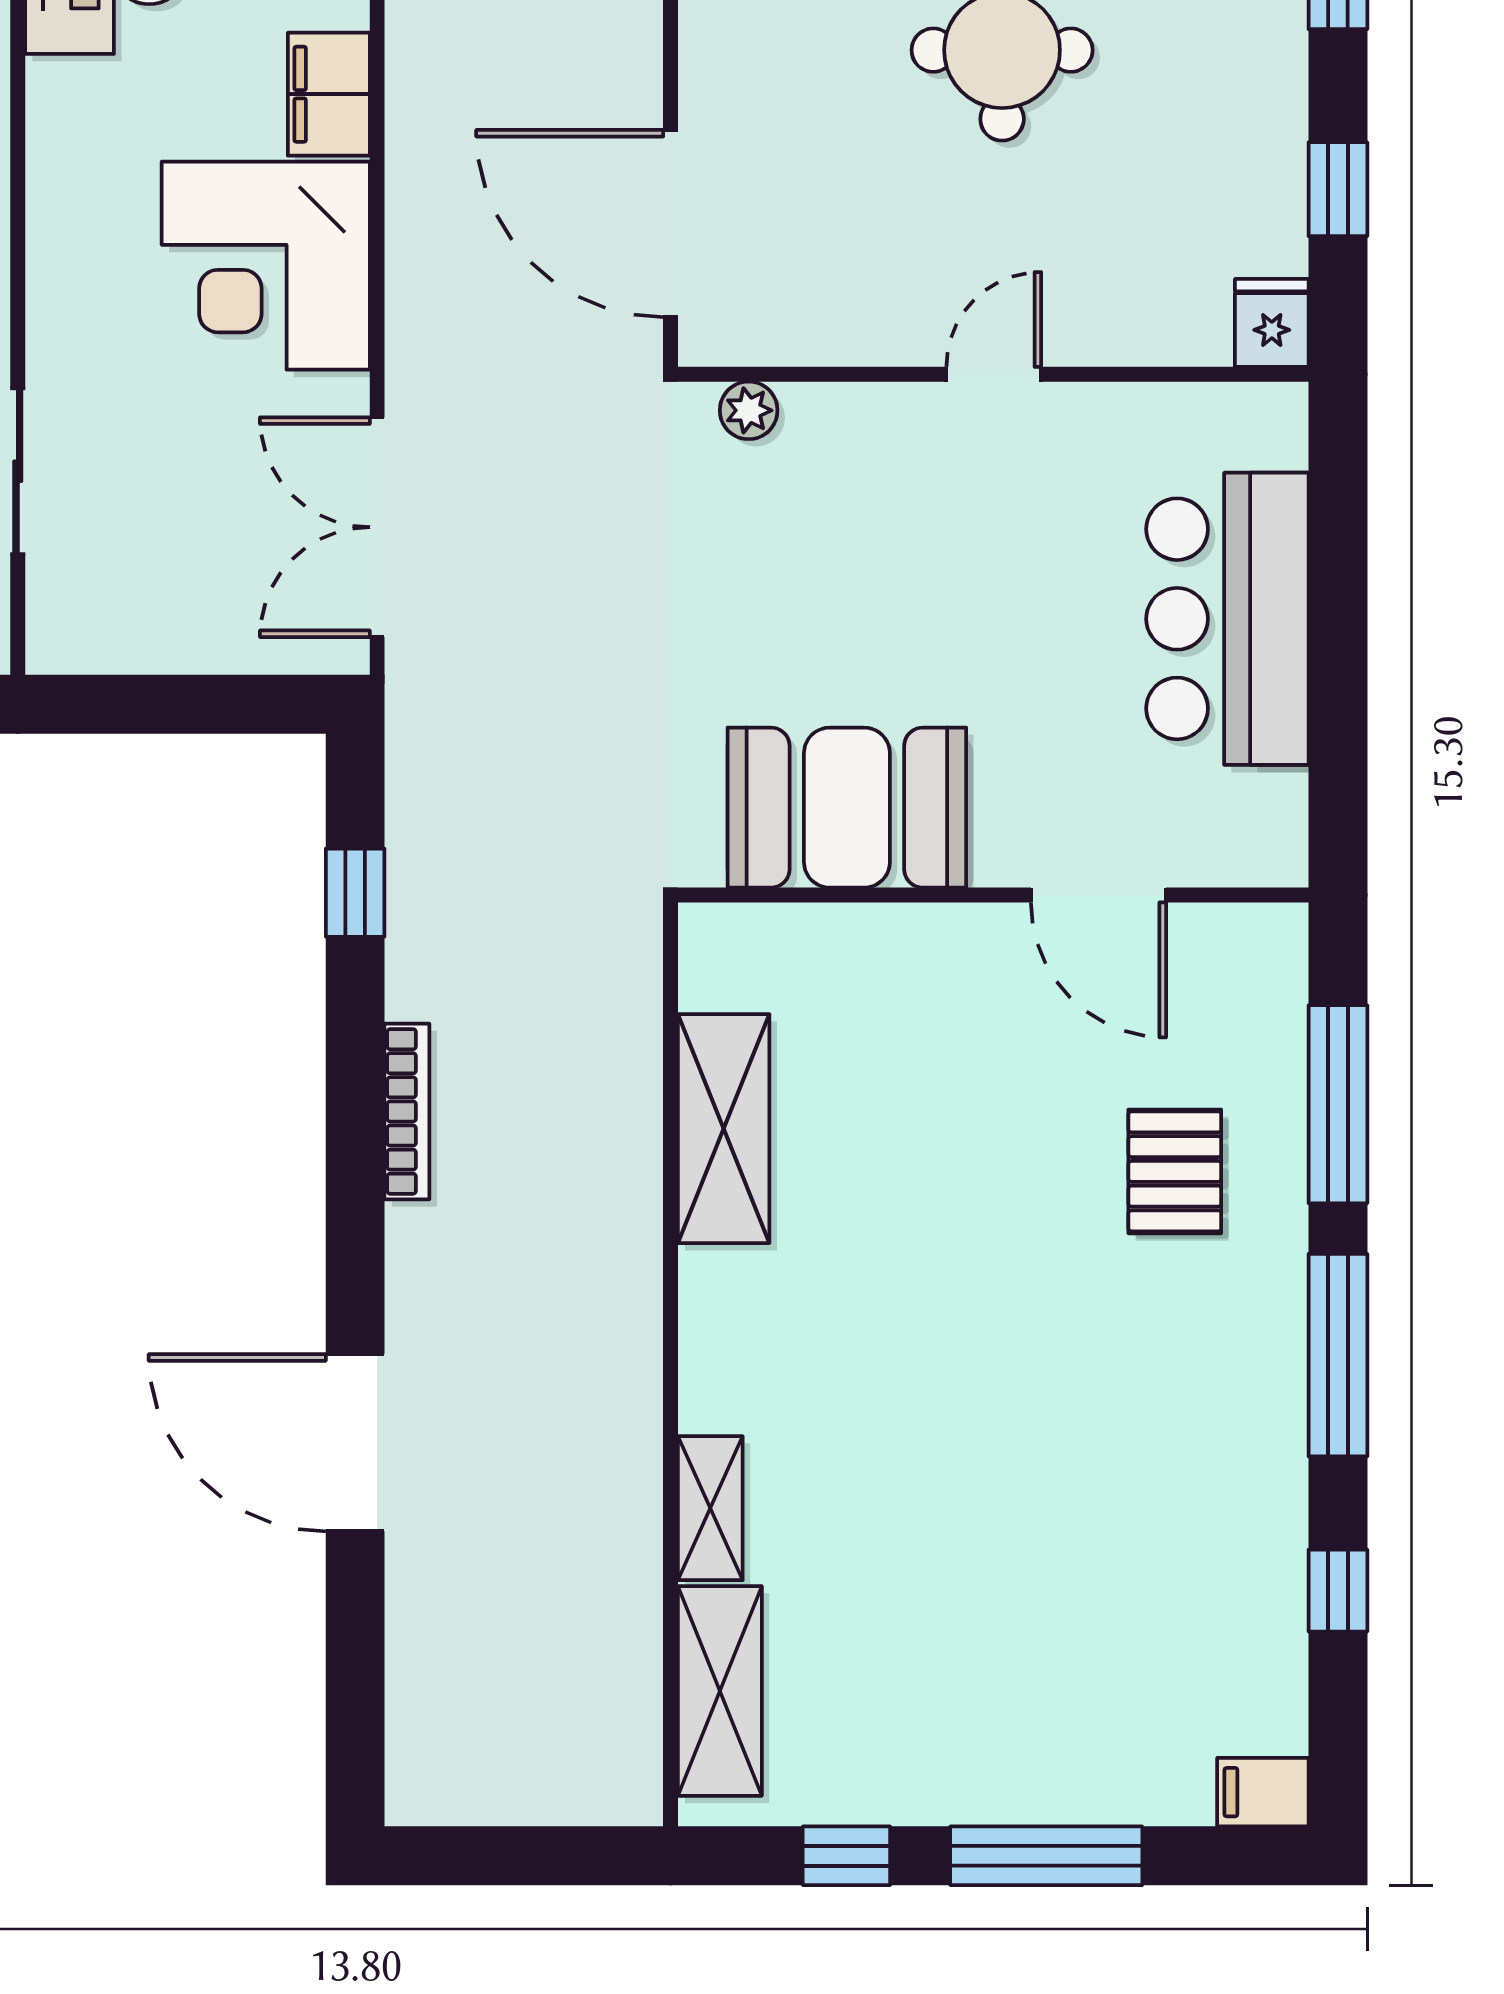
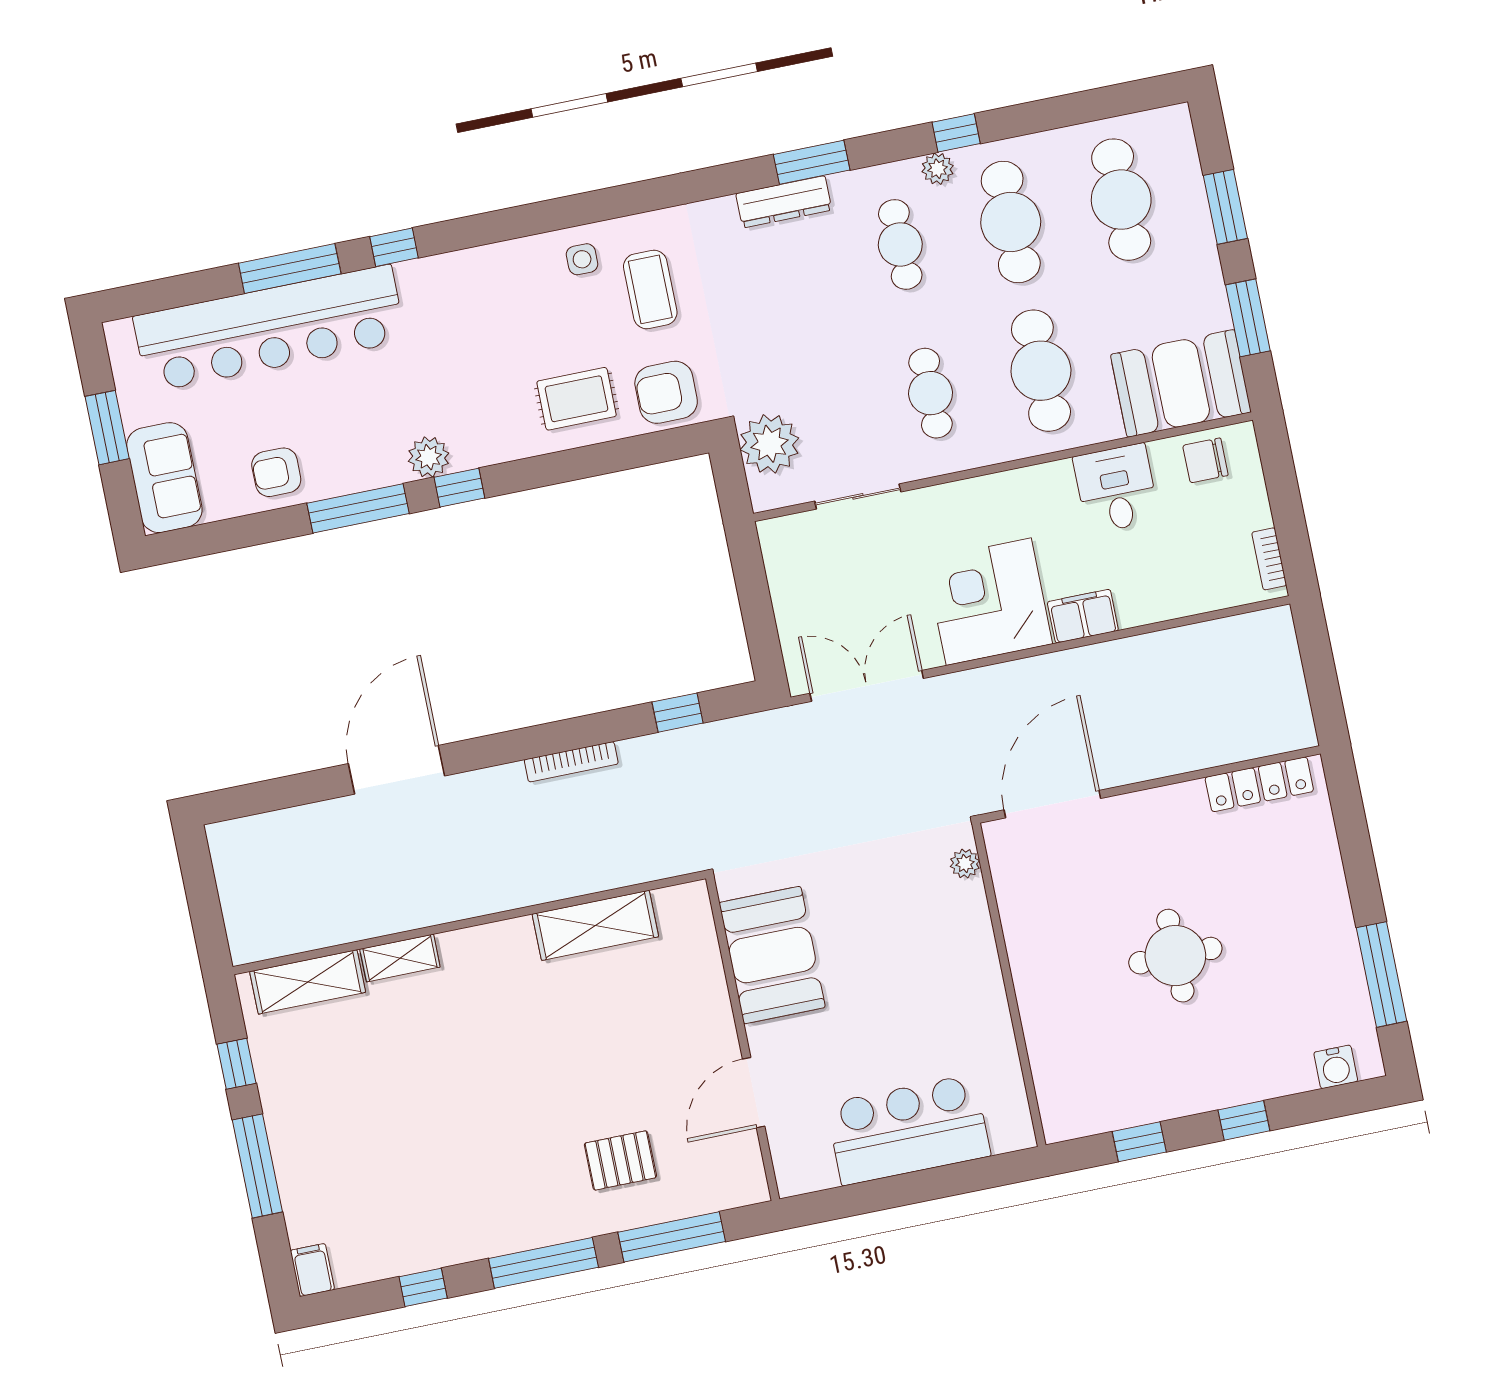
fridge: (1272, 323) -> (1064, 1122), removed
door: (994, 374) -> (1009, 985), removed

